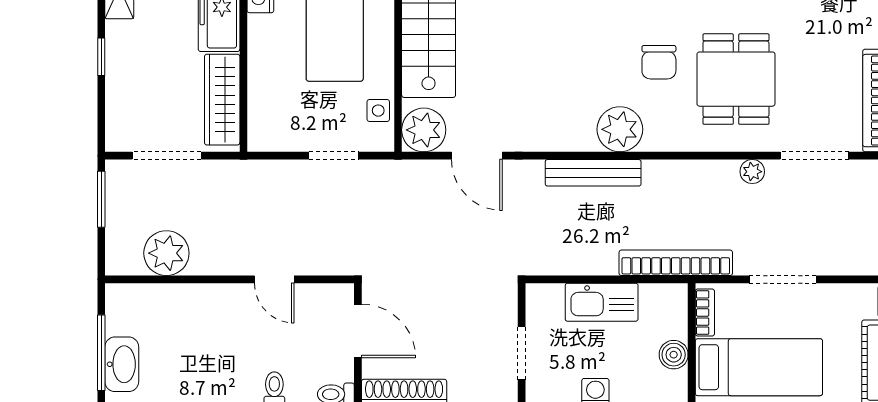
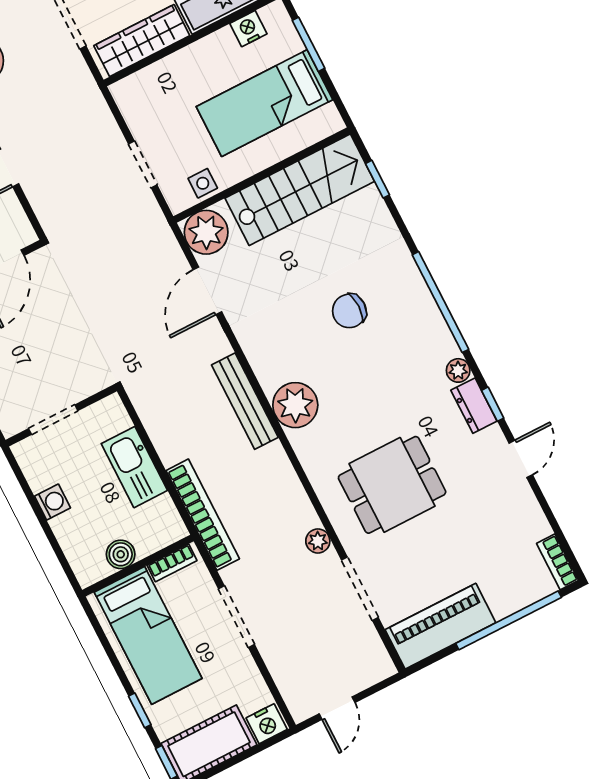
chair: (659, 62) -> (349, 311), moved

